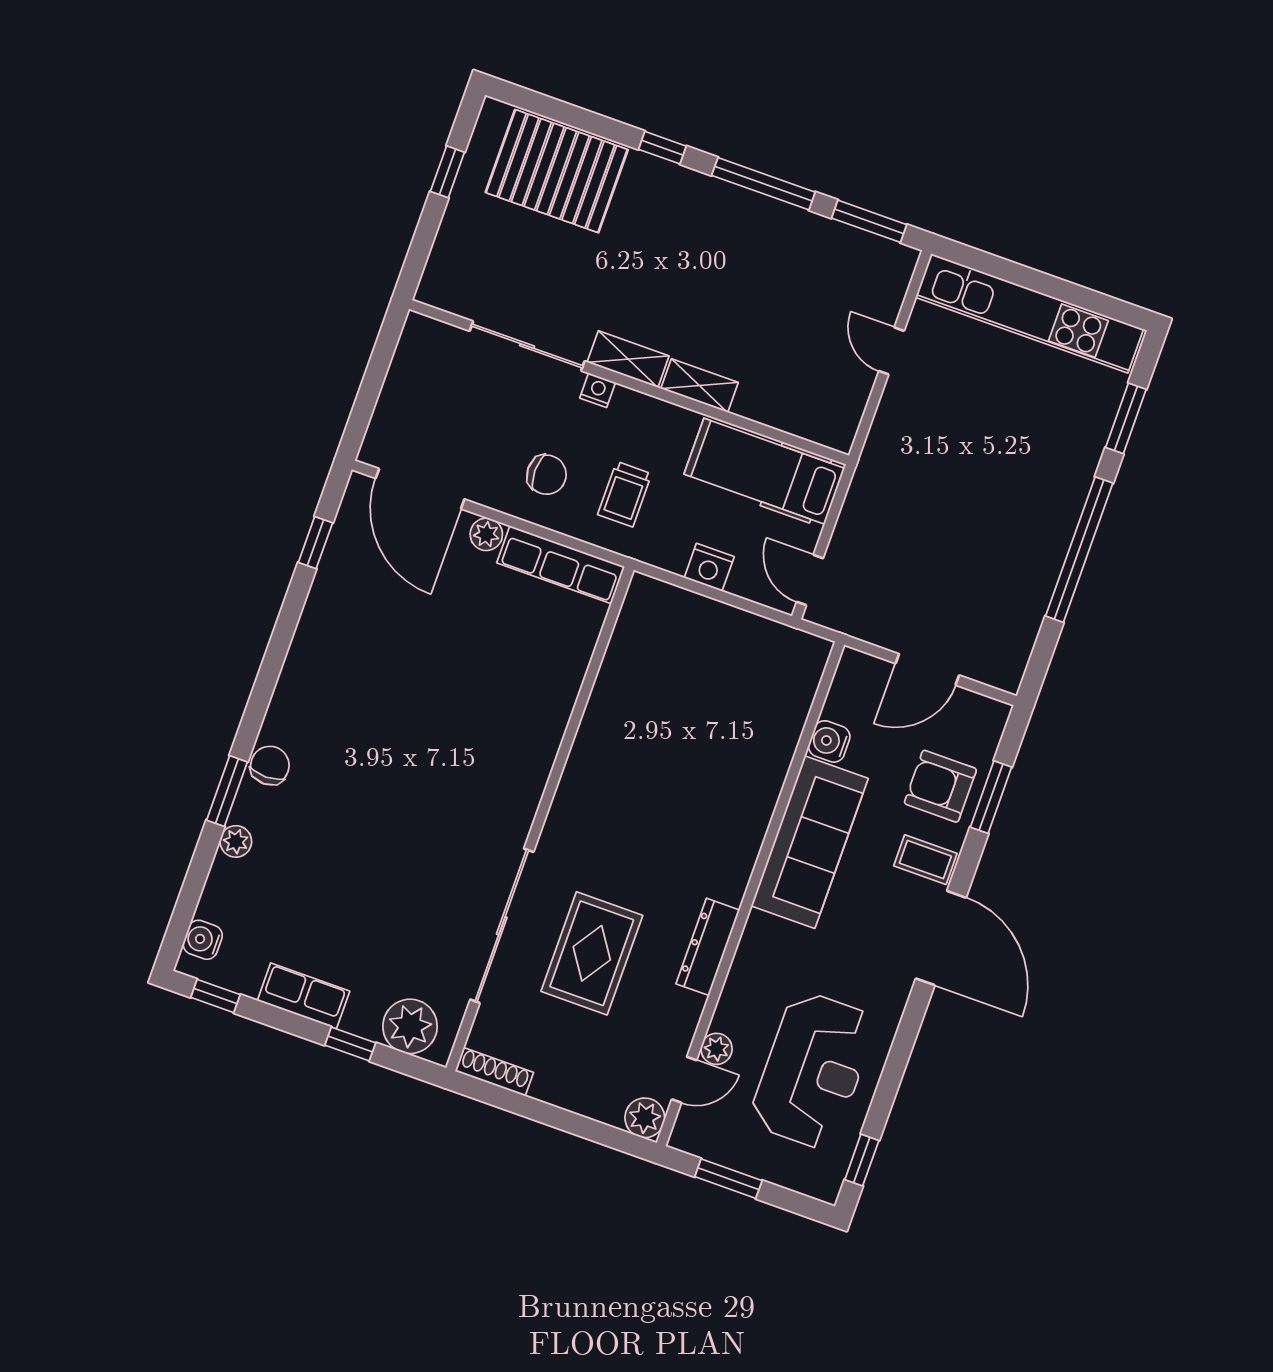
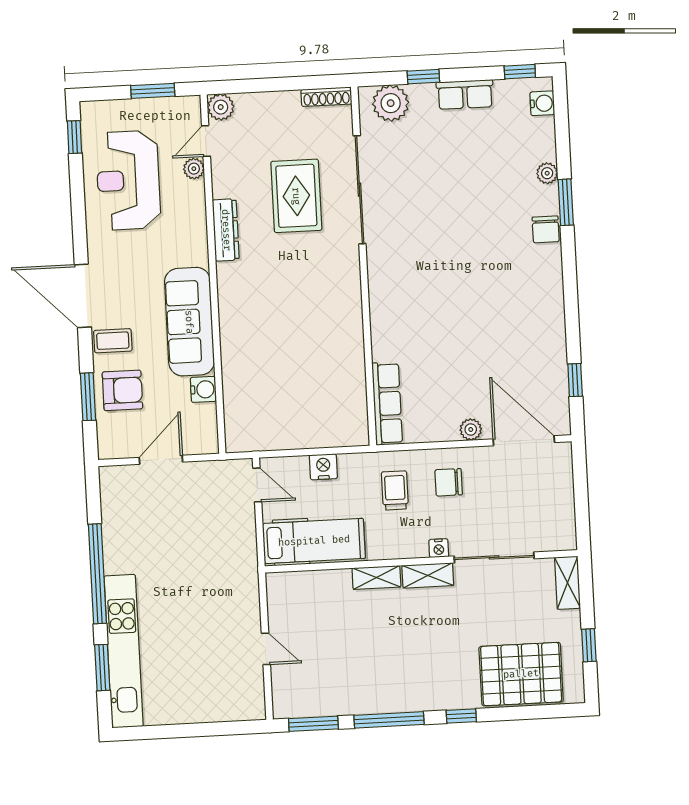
shelving: (441, 270) -> (568, 583), added
kitchen unit: (1029, 313) -> (124, 651), moved, turned 90
row of seats: (561, 565) -> (387, 404), moved, turned 90

